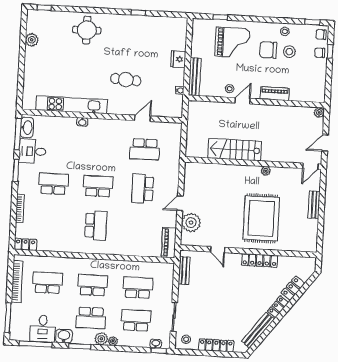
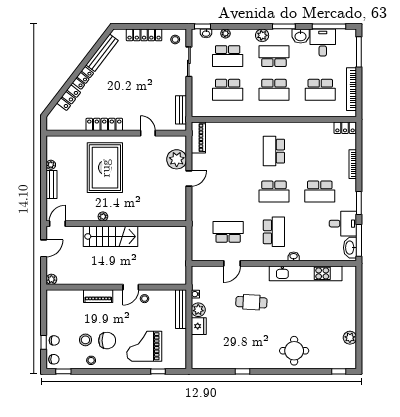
plant: (178, 75) -> (198, 310), added
stairs: (235, 150) -> (111, 236), moved
school desk: (143, 189) -> (274, 232), moved
plant: (314, 224) -> (51, 165), added
plant: (113, 341) -> (225, 33), moved

